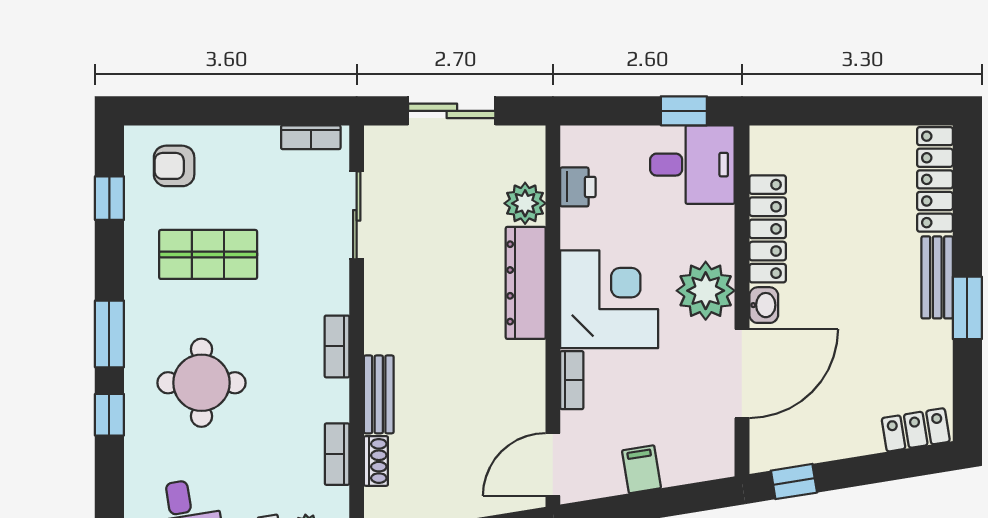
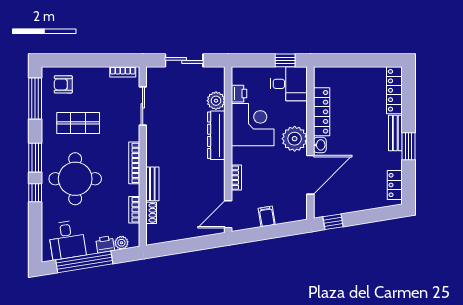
window: (109, 198) -> (35, 98), width x2.17
corner desk: (609, 299) -> (253, 125), moved
bookcase: (337, 346) -> (134, 163), width x1.56
round table: (201, 383) -> (75, 179), width x1.36, depth x1.36
locker: (916, 430) -> (395, 185), moved, turned -81

